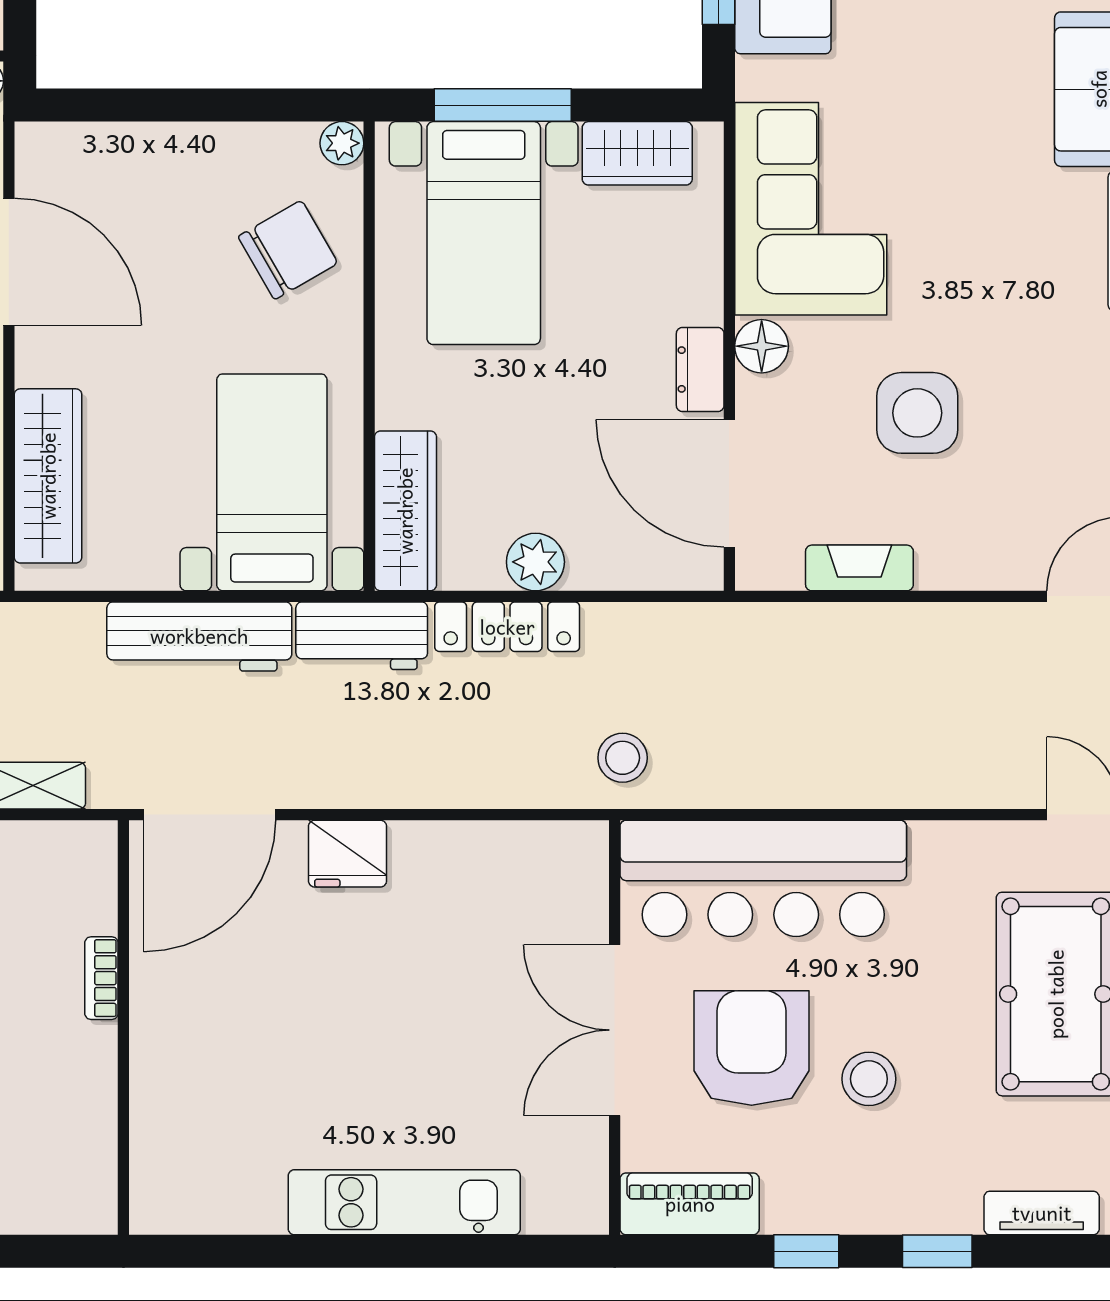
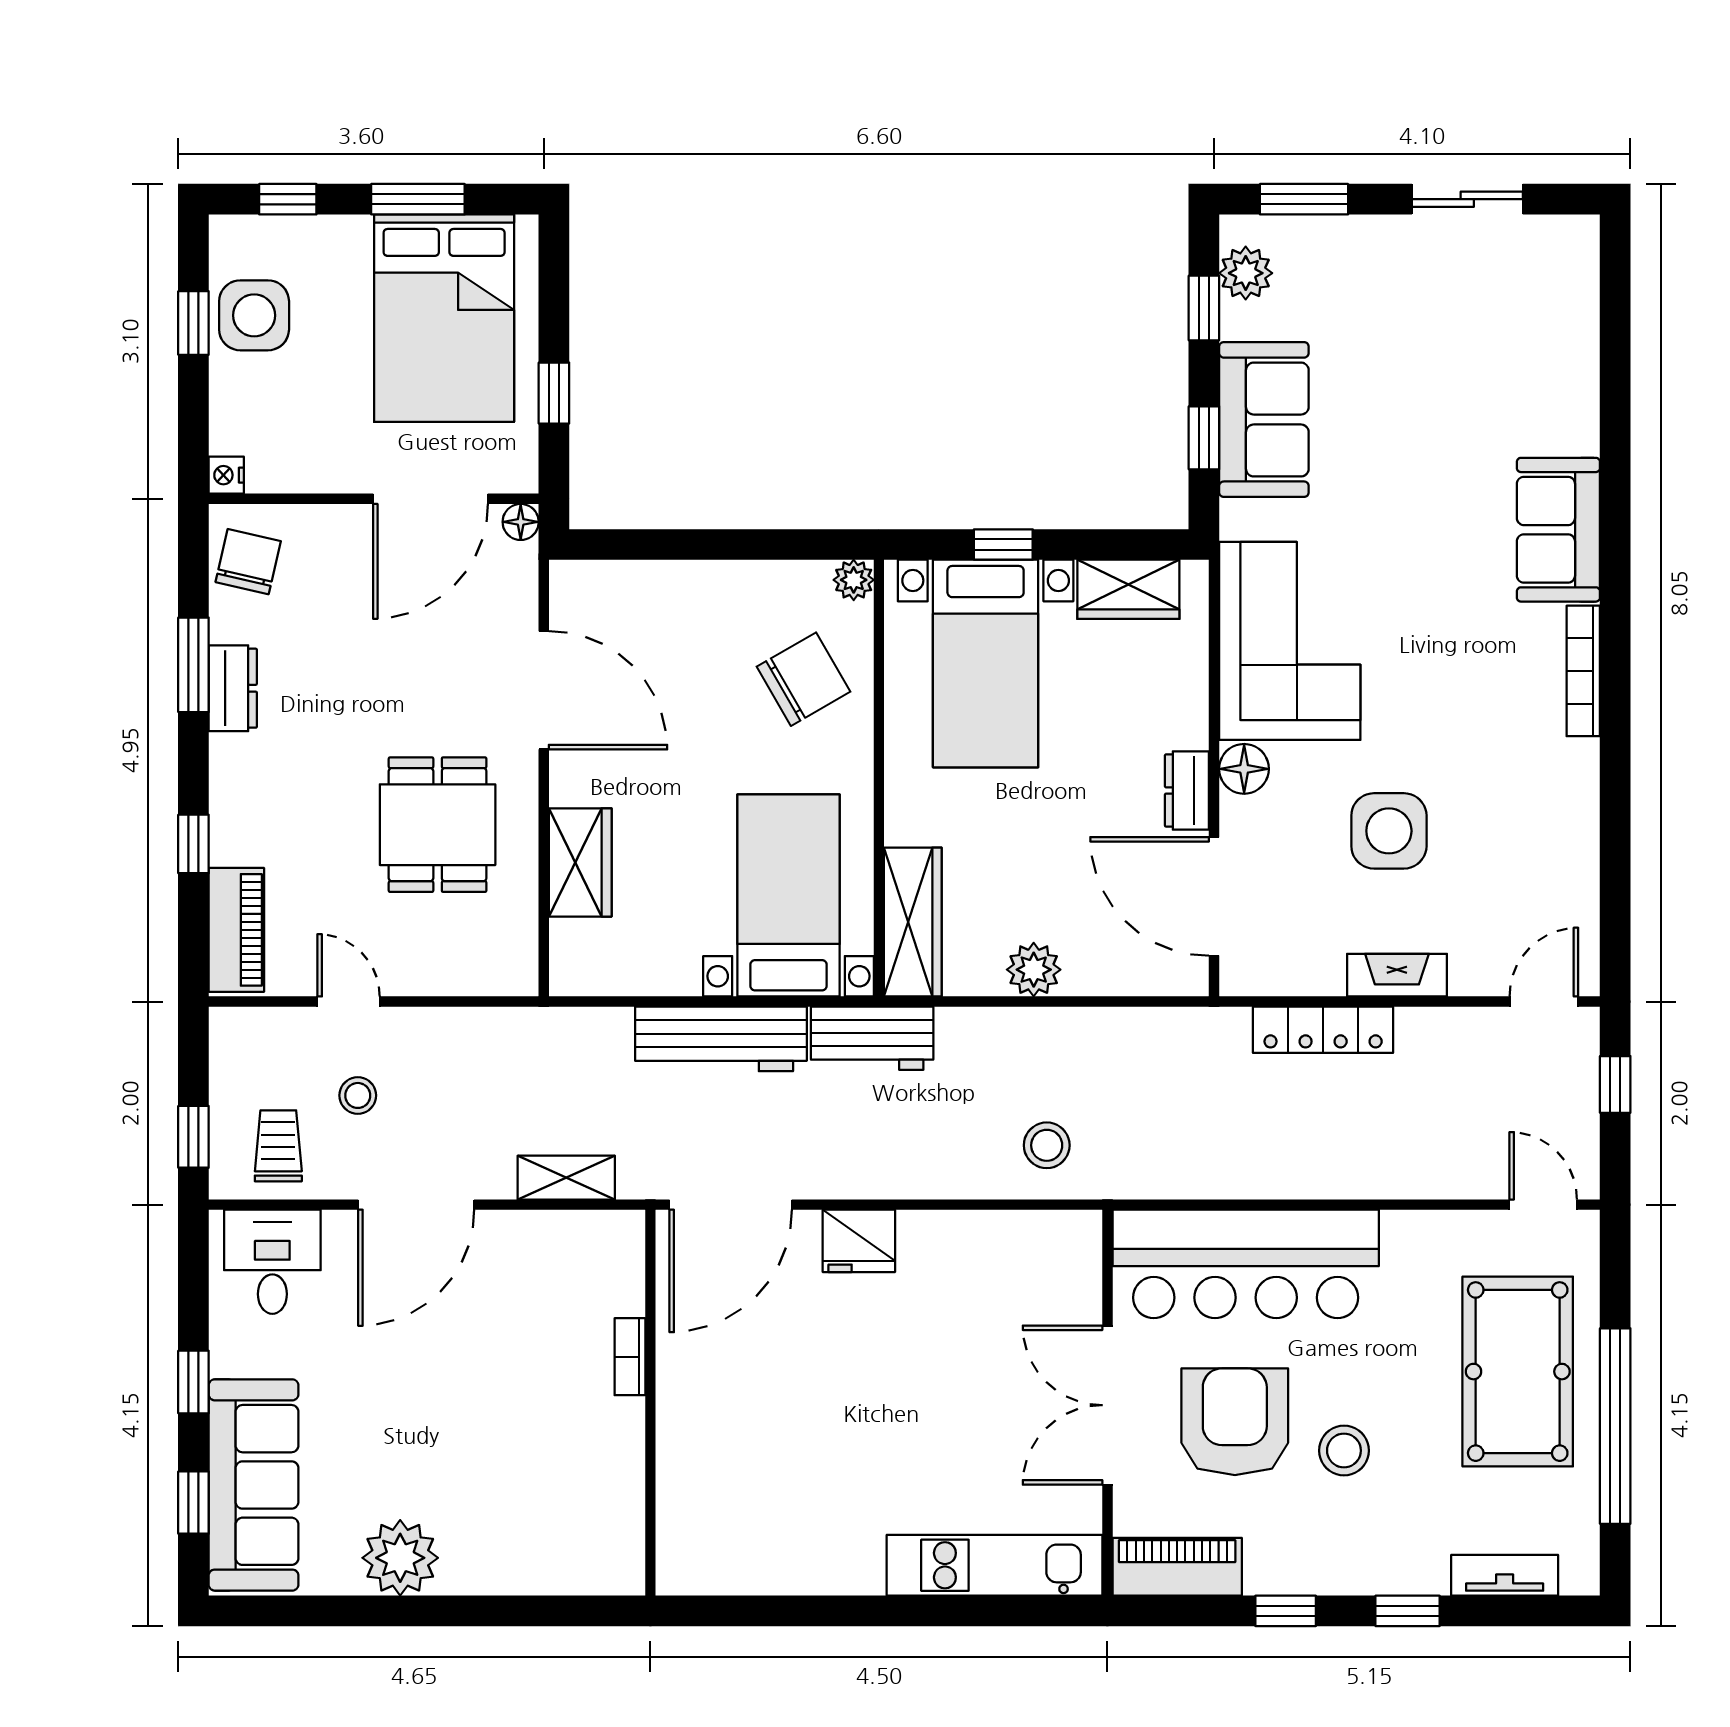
window: (503, 105) -> (1003, 545), width x0.46
wardrobe: (48, 476) -> (580, 862), width x0.67
fireplace: (859, 568) -> (1397, 975), moved
locker: (507, 627) -> (1323, 1030), moved
stool: (623, 758) -> (1047, 1145), moved
kitchen unit: (404, 1202) -> (995, 1565), moved

